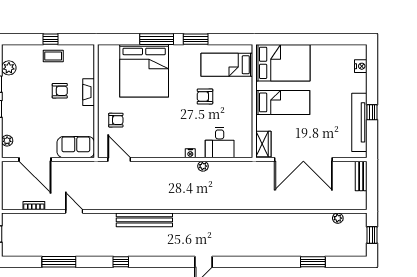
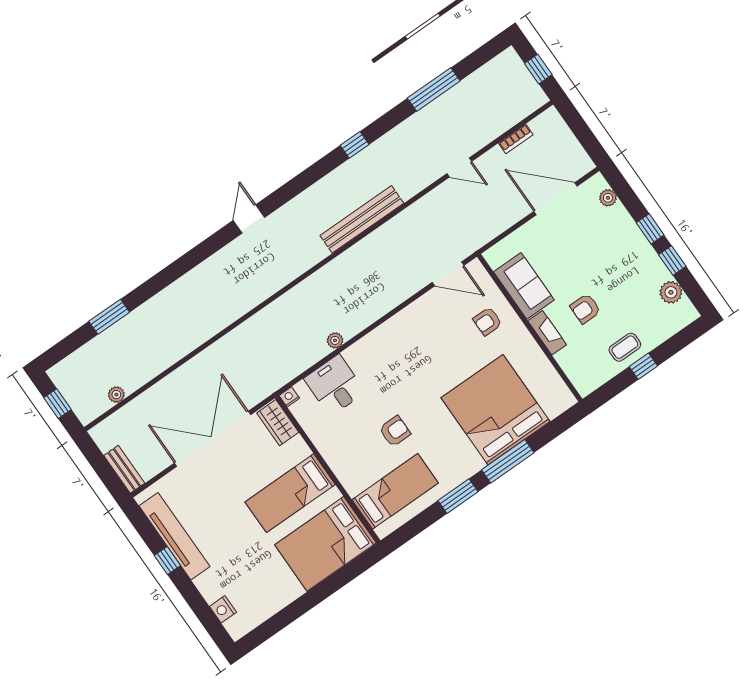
sofa: (76, 147) -> (524, 286), moved, turned -90
nightstand: (190, 153) -> (289, 397), moved

